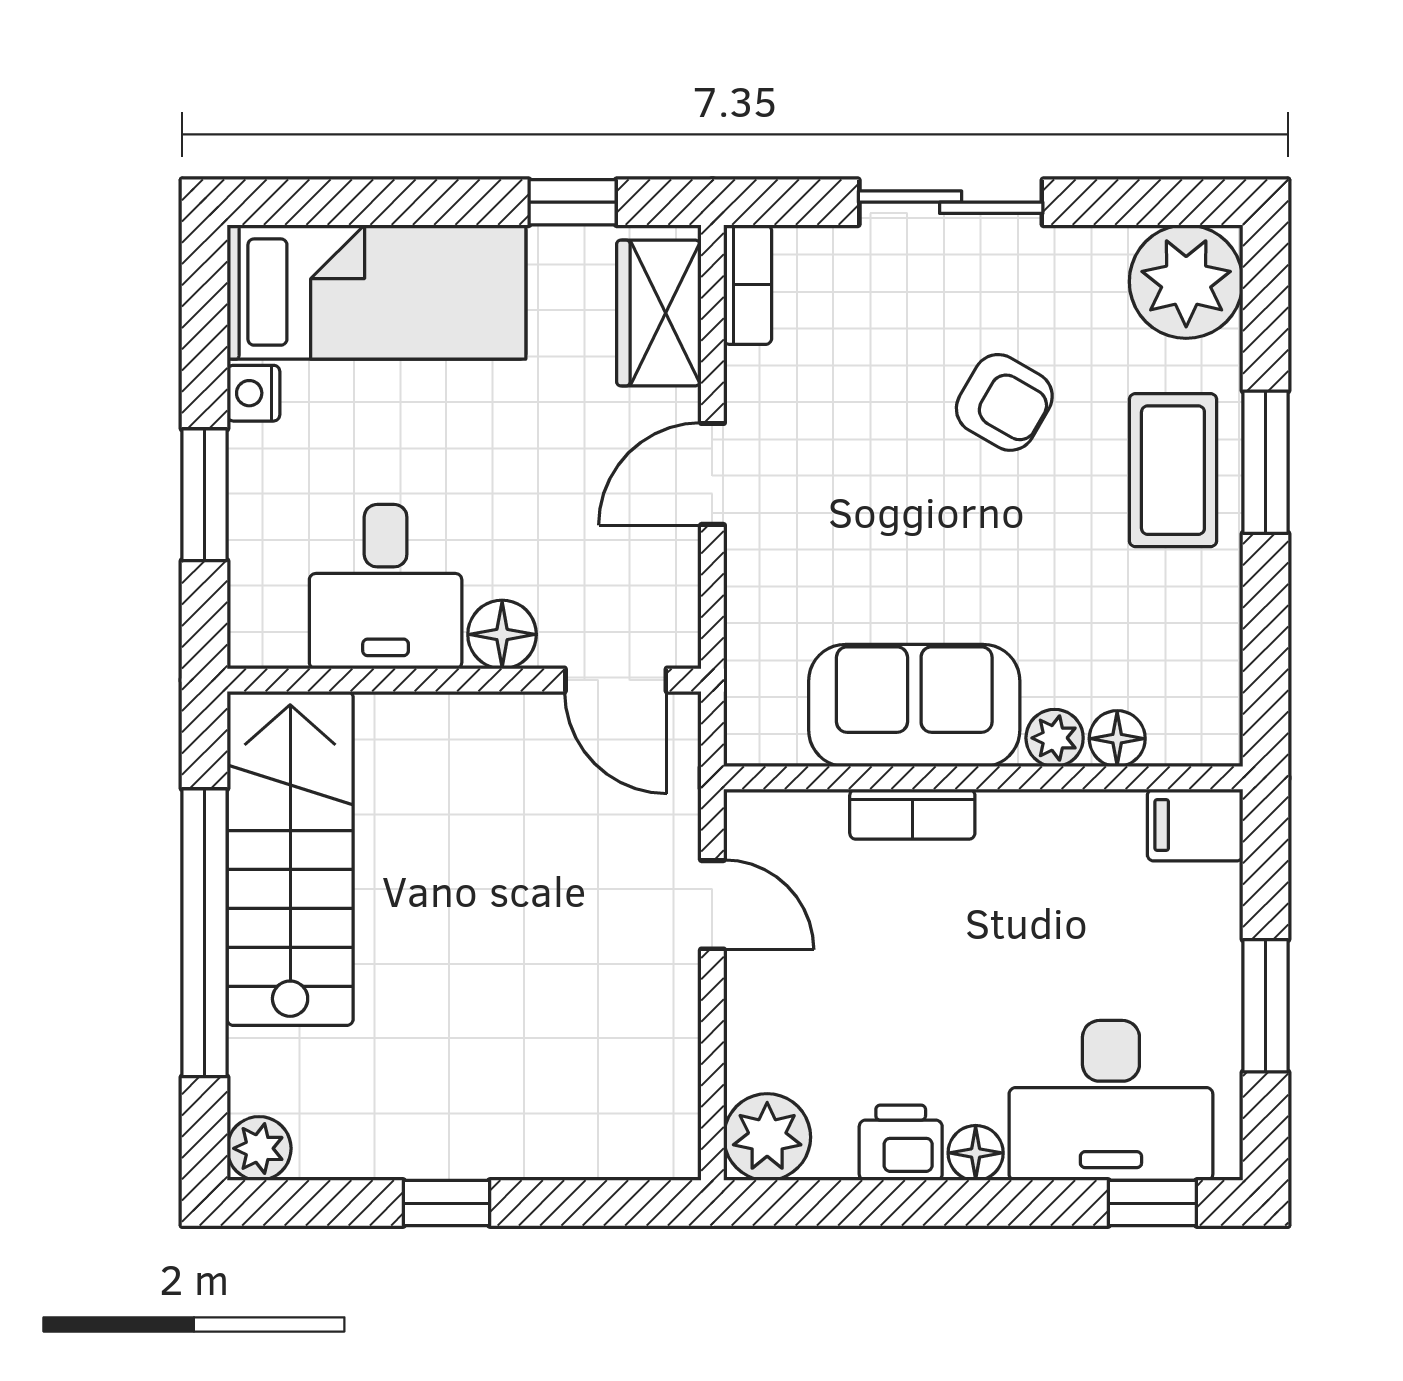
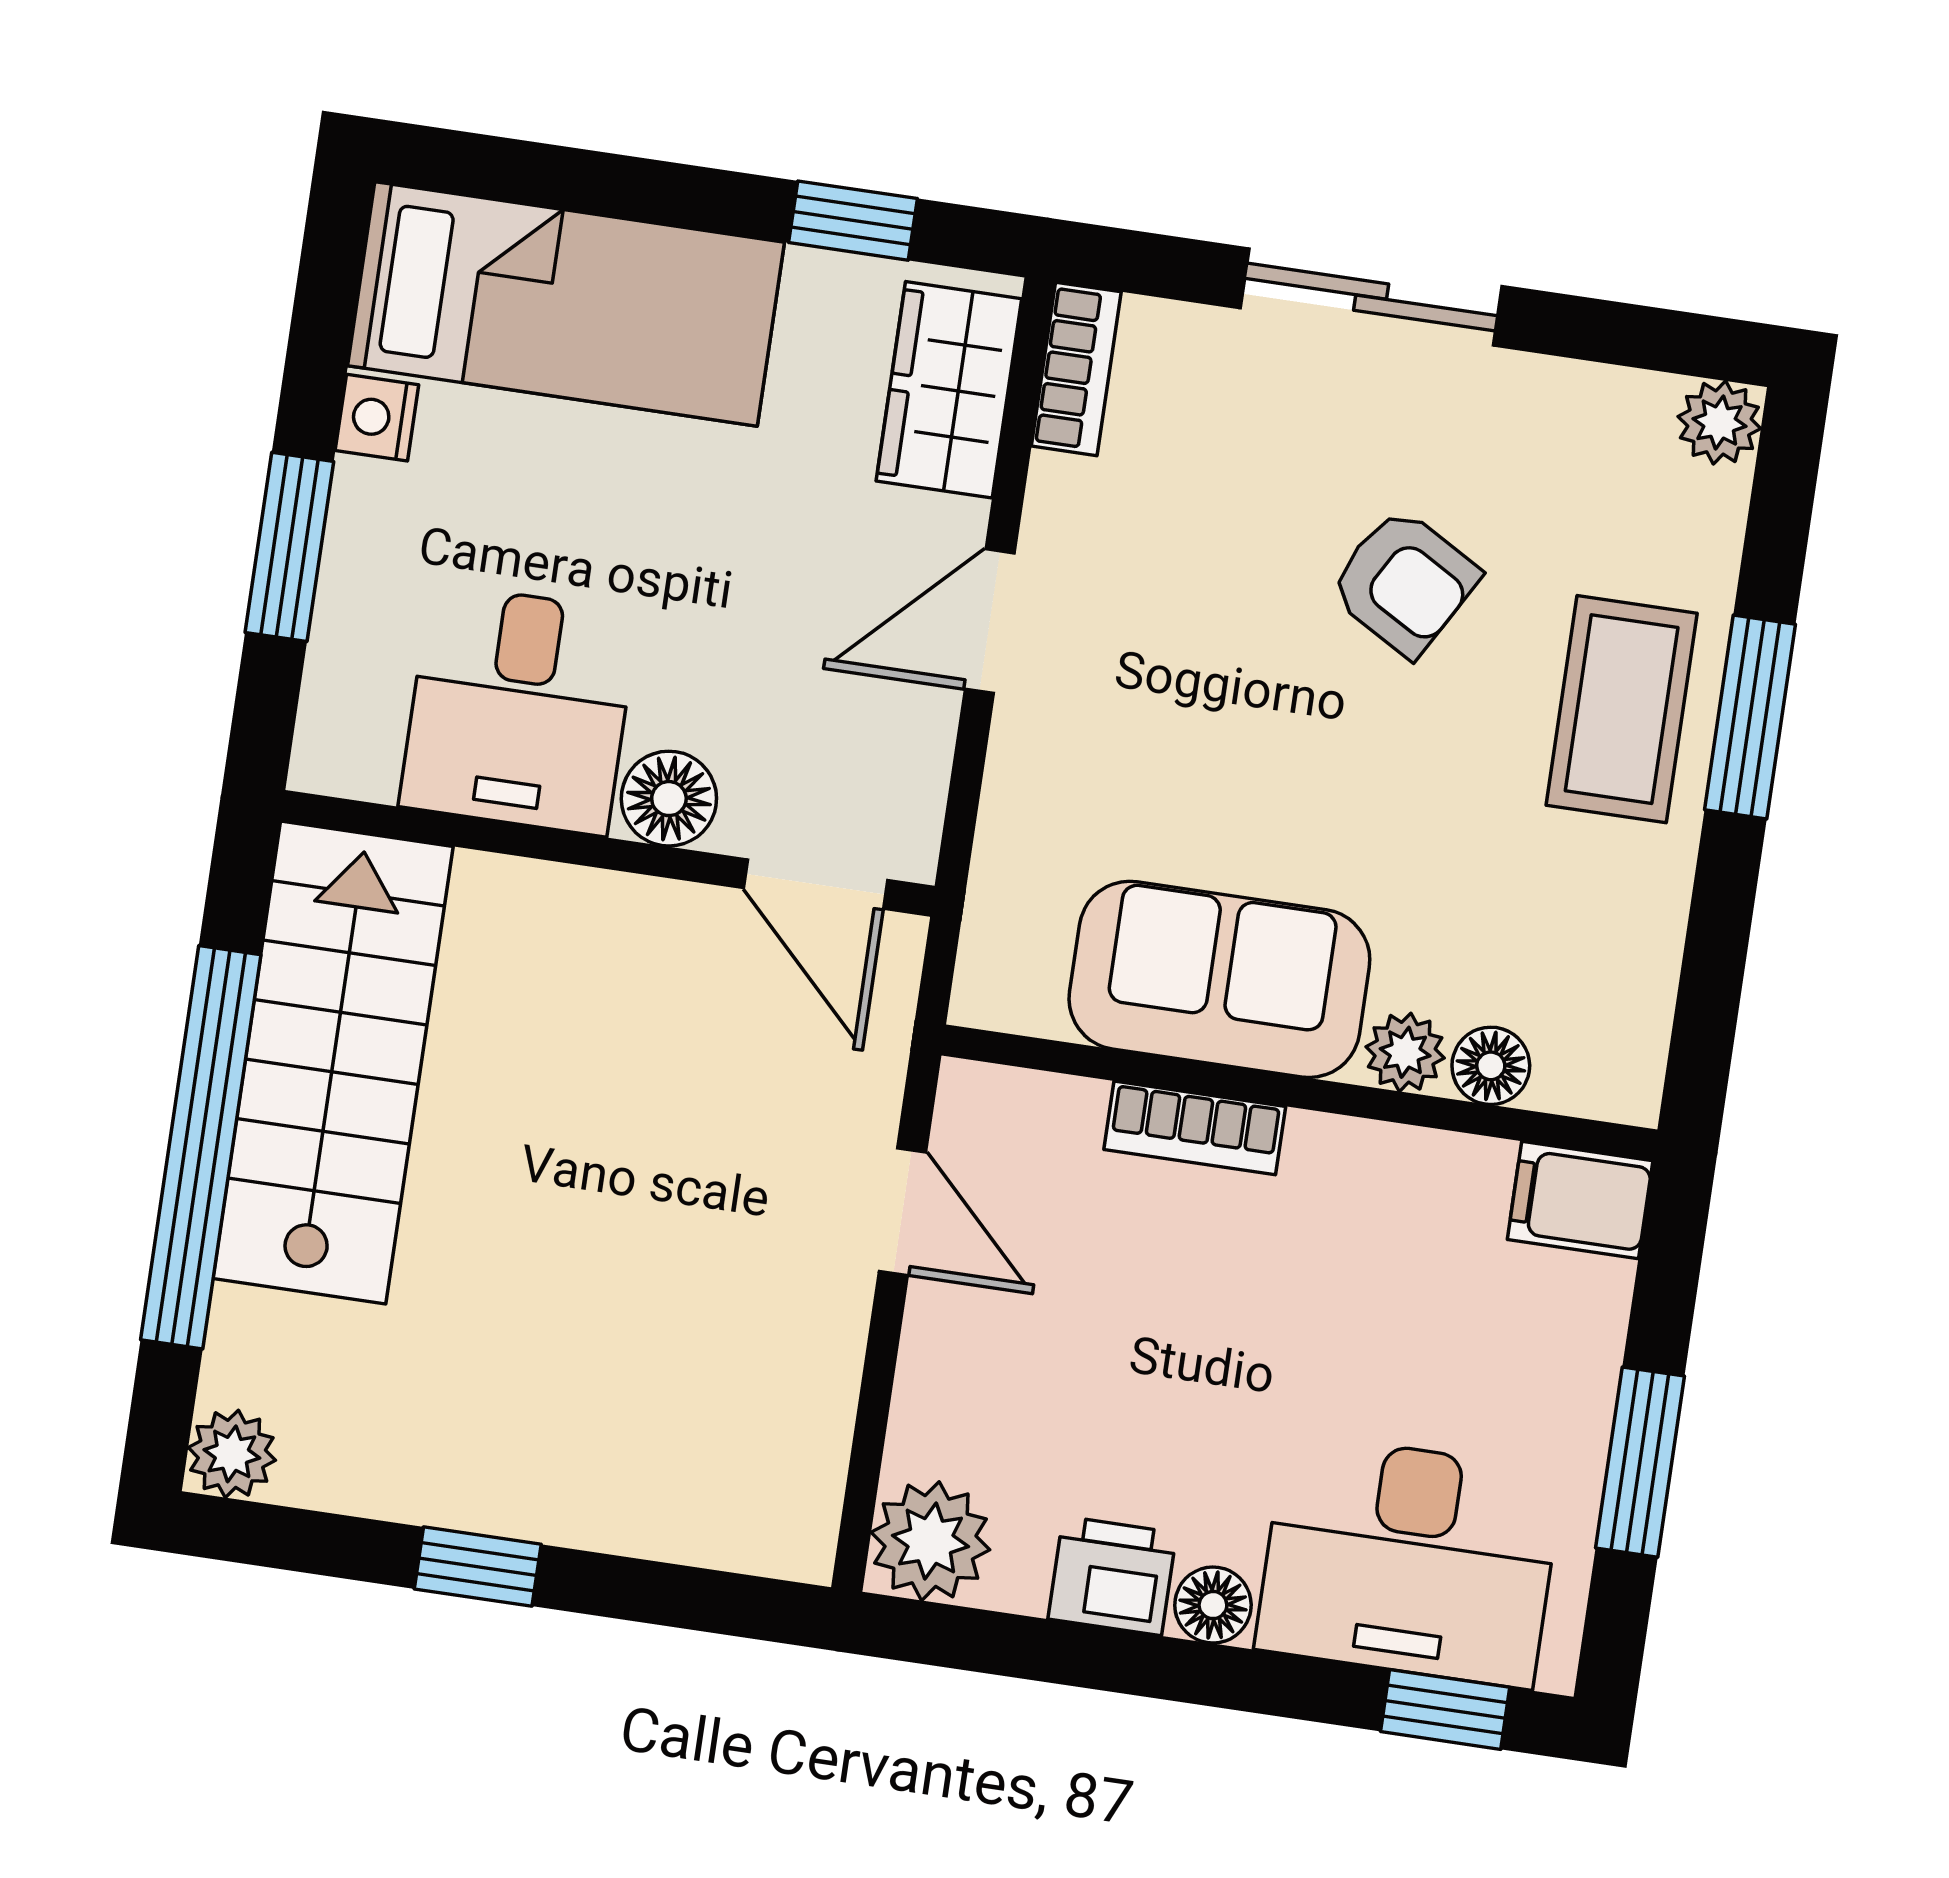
plant: (1186, 282) -> (1719, 423), width x0.53, depth x0.53

